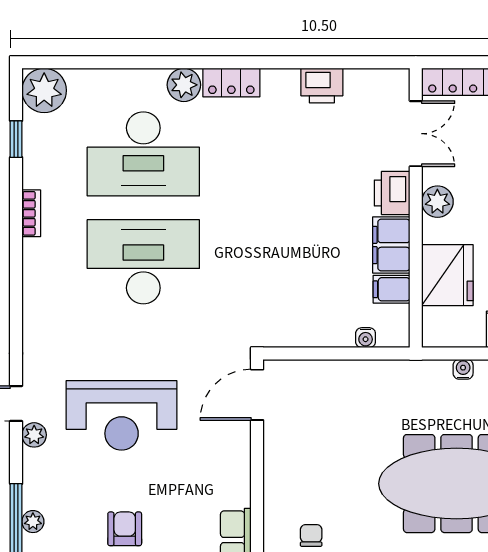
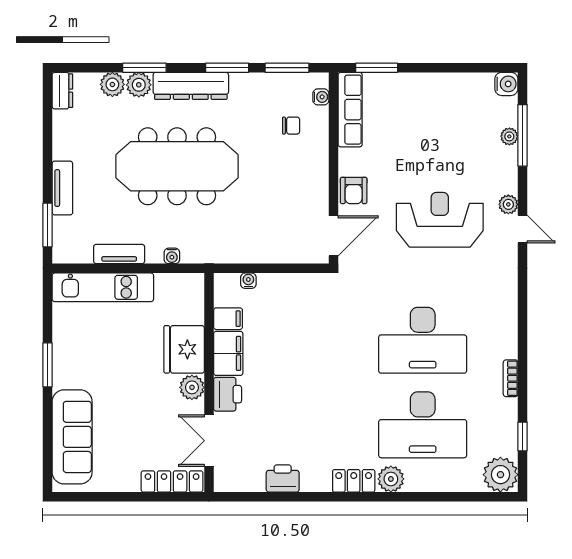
desk: (143, 154) -> (423, 425), turned 180
fridge: (447, 275) -> (184, 349), moved
armchair: (125, 529) -> (354, 190), moved
chair: (311, 535) -> (291, 126), turned -90

